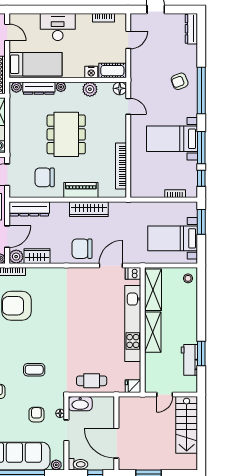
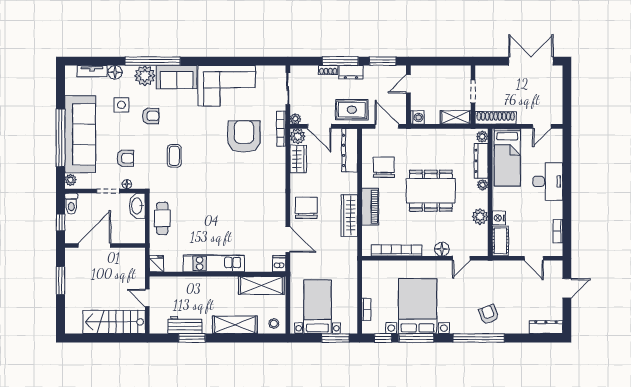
floor lamp: (120, 88) -> (442, 249), moved
bed with nightstands: (172, 139) -> (418, 306), width x1.36
kitchen unit: (133, 323) -> (214, 263), width x0.73
shelving: (153, 332) -> (235, 325), moved

